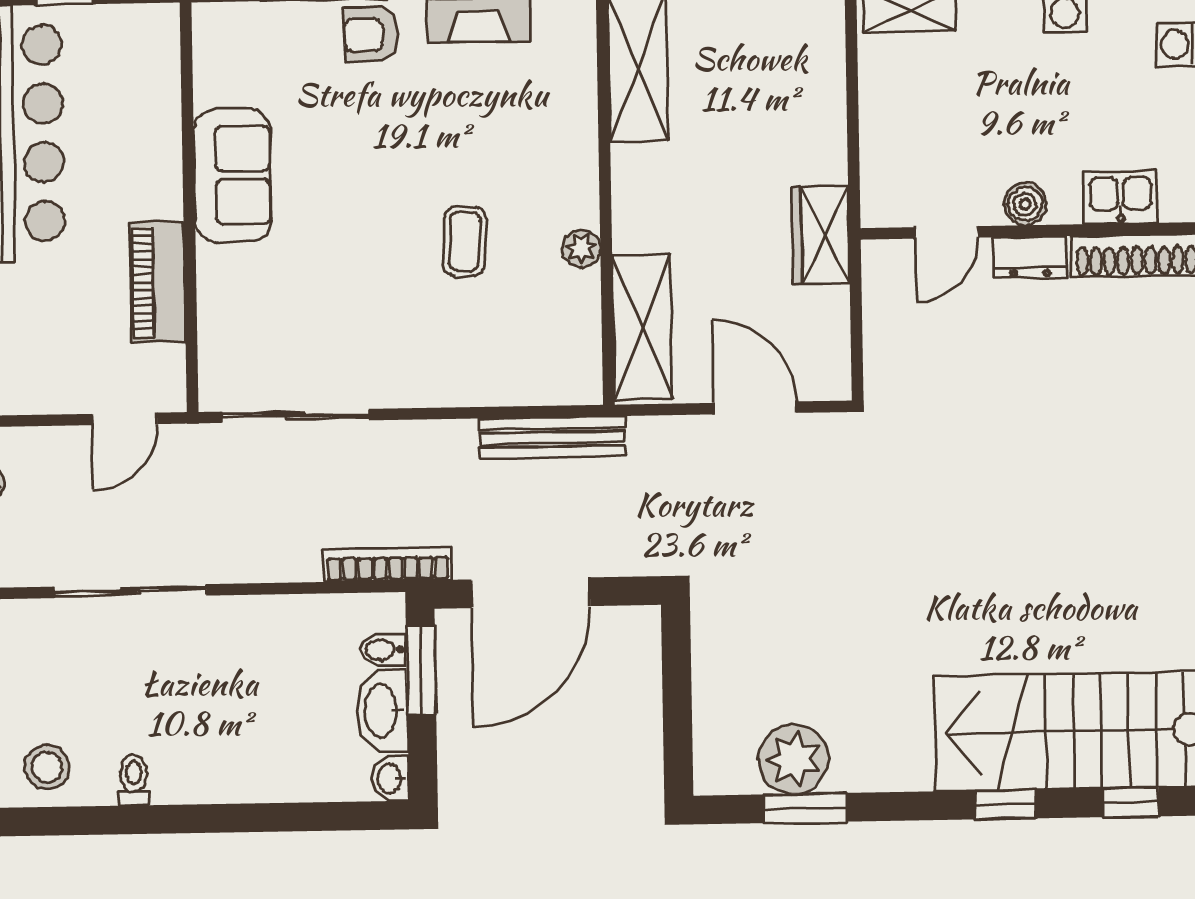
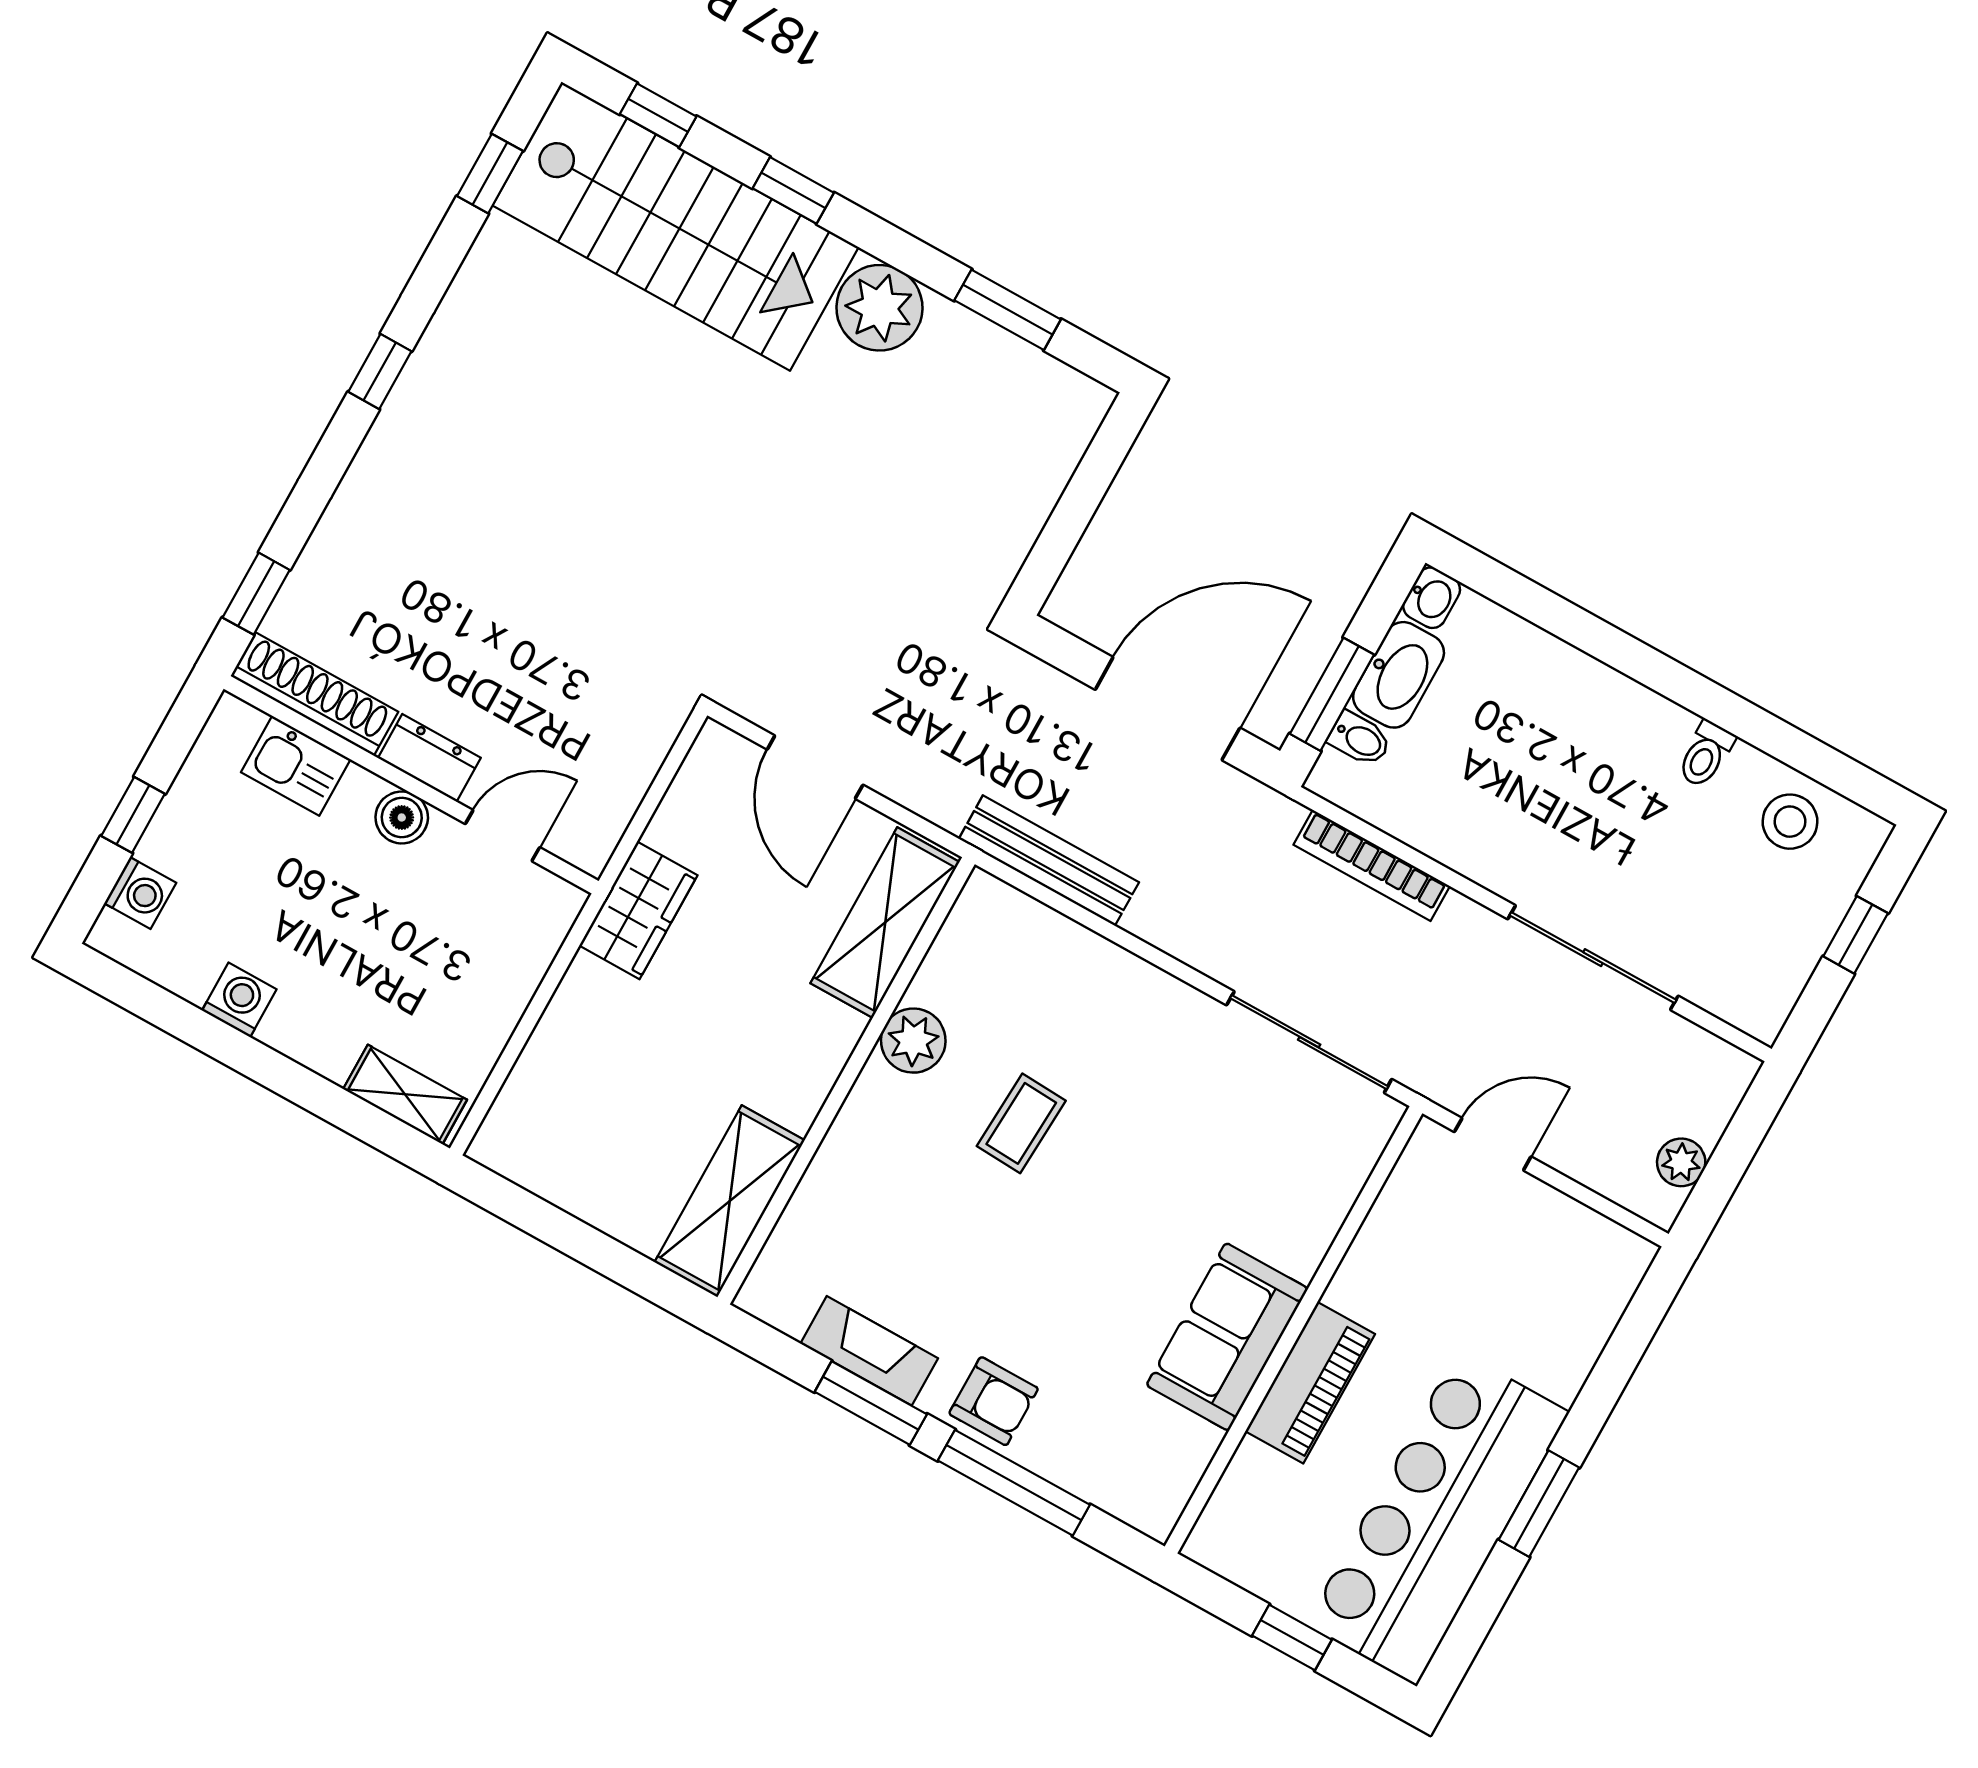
plant: (581, 248) -> (913, 1041), width x1.38, depth x1.38
piano: (158, 282) -> (1310, 1383), moved
bookcase: (388, 565) -> (1372, 865), moved
plant: (794, 759) -> (879, 308), moved

